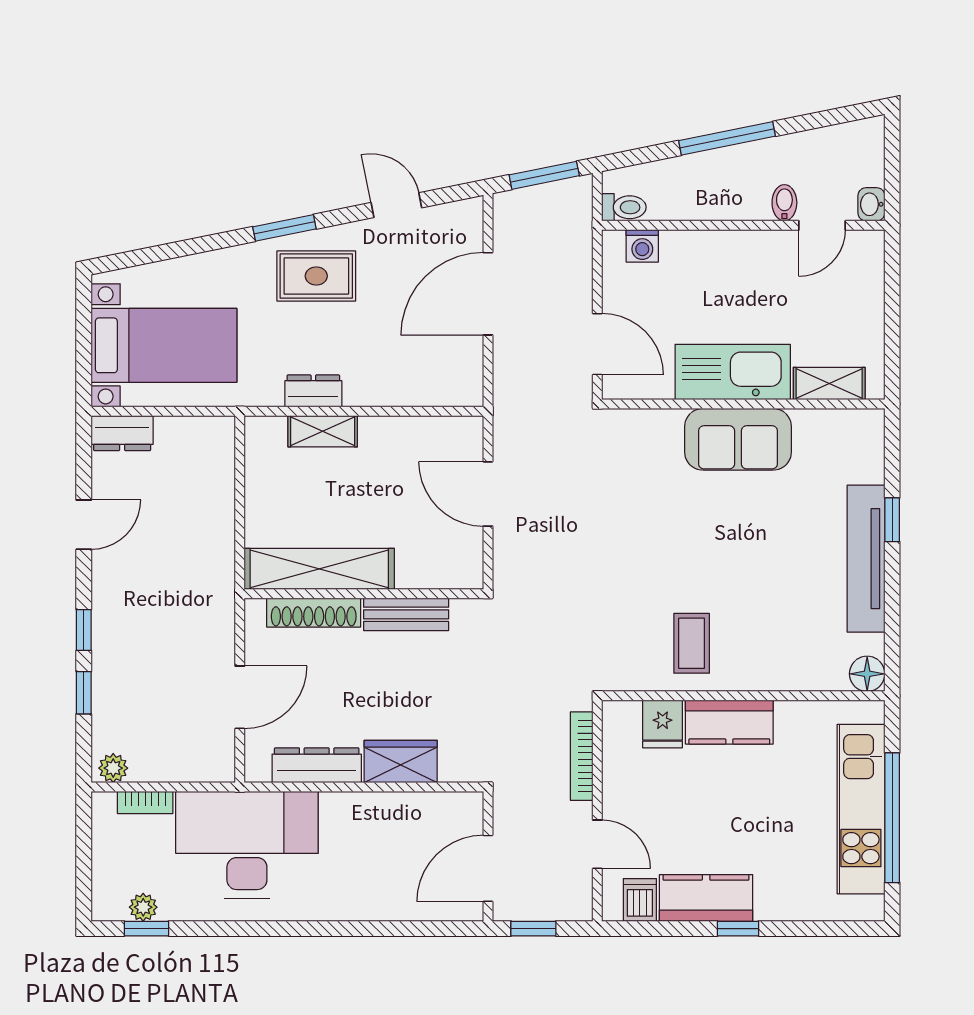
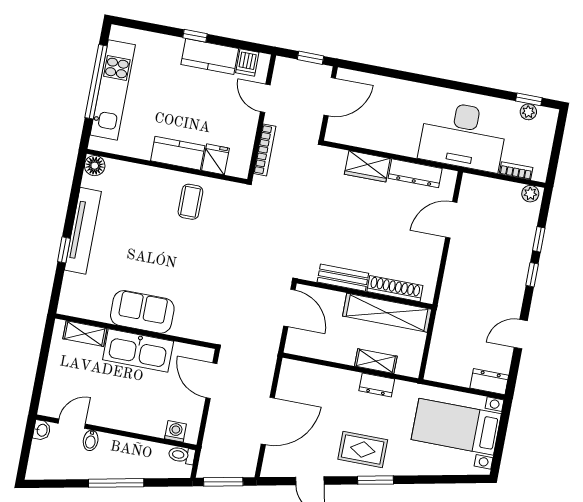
shelving: (319, 569) -> (387, 313), moved
wall: (364, 594) -> (365, 294), moved
shoe rack: (314, 613) -> (395, 289), moved
bench: (406, 614) -> (343, 278), moved

